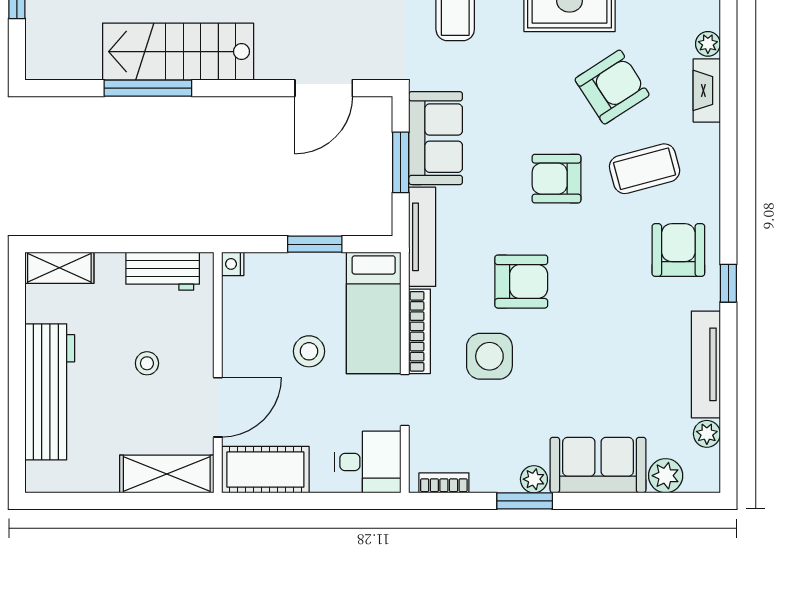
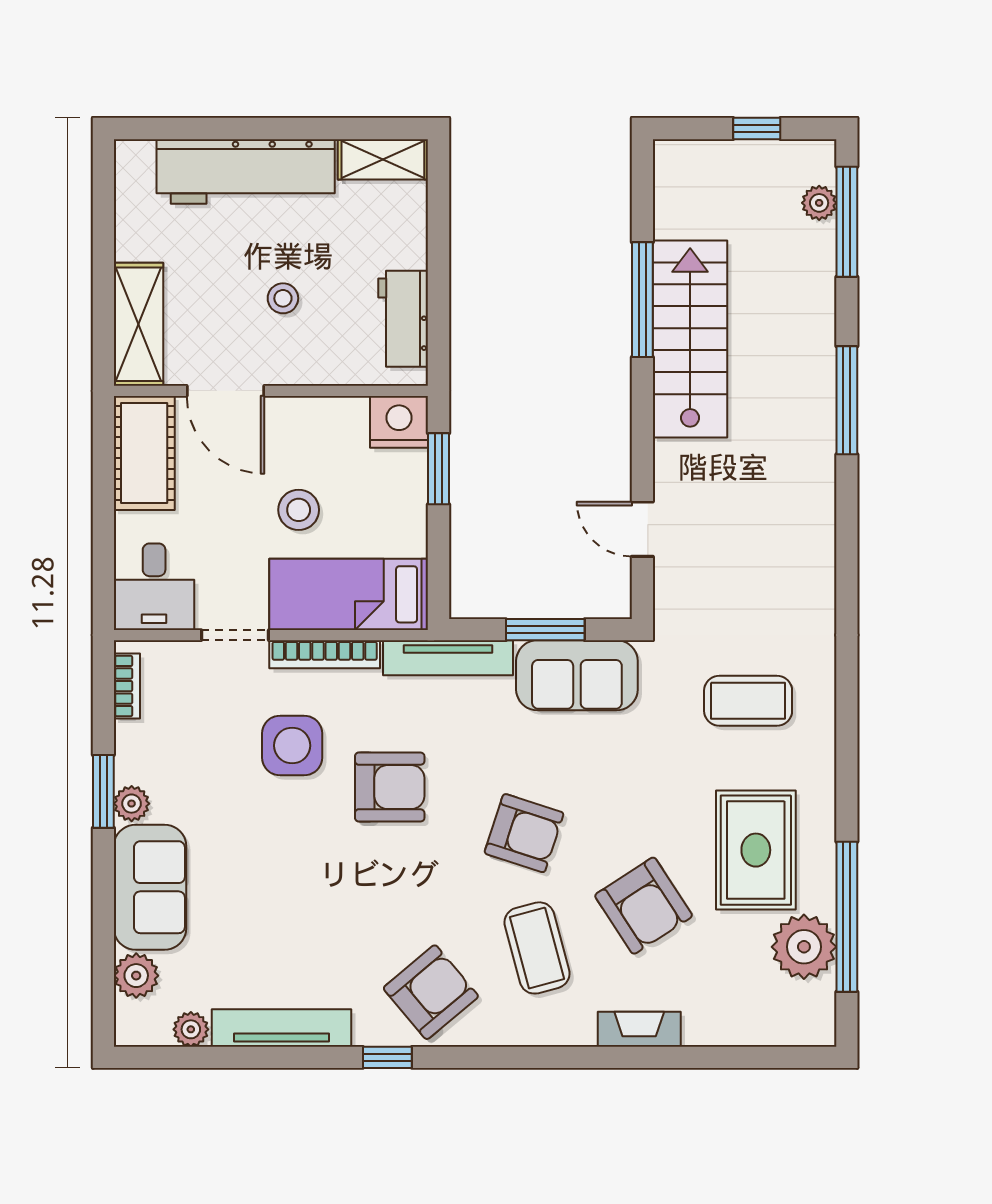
plant: (708, 44) -> (700, 1031), removed
door: (324, 88) -> (642, 529), width x0.73
armchair: (557, 179) -> (524, 833), turned 108
window: (315, 244) -> (438, 469), moved
armchair: (678, 250) -> (431, 992), turned -40
nightstand: (233, 264) -> (399, 422), width x1.89, depth x1.79
shelving: (59, 268) -> (383, 159), moved, turned 90
armchair: (521, 282) -> (390, 787), turned -90

